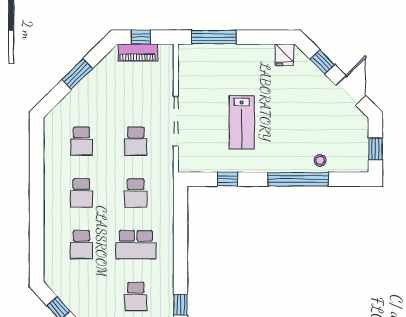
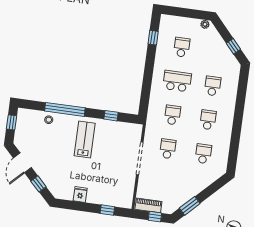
window: (214, 37) -> (107, 210), width x0.46
piano: (138, 52) -> (148, 205), moved
fridge: (284, 55) -> (80, 194), moved
window: (77, 74) -> (190, 206), moved
lab bench: (242, 122) -> (85, 140), moved

